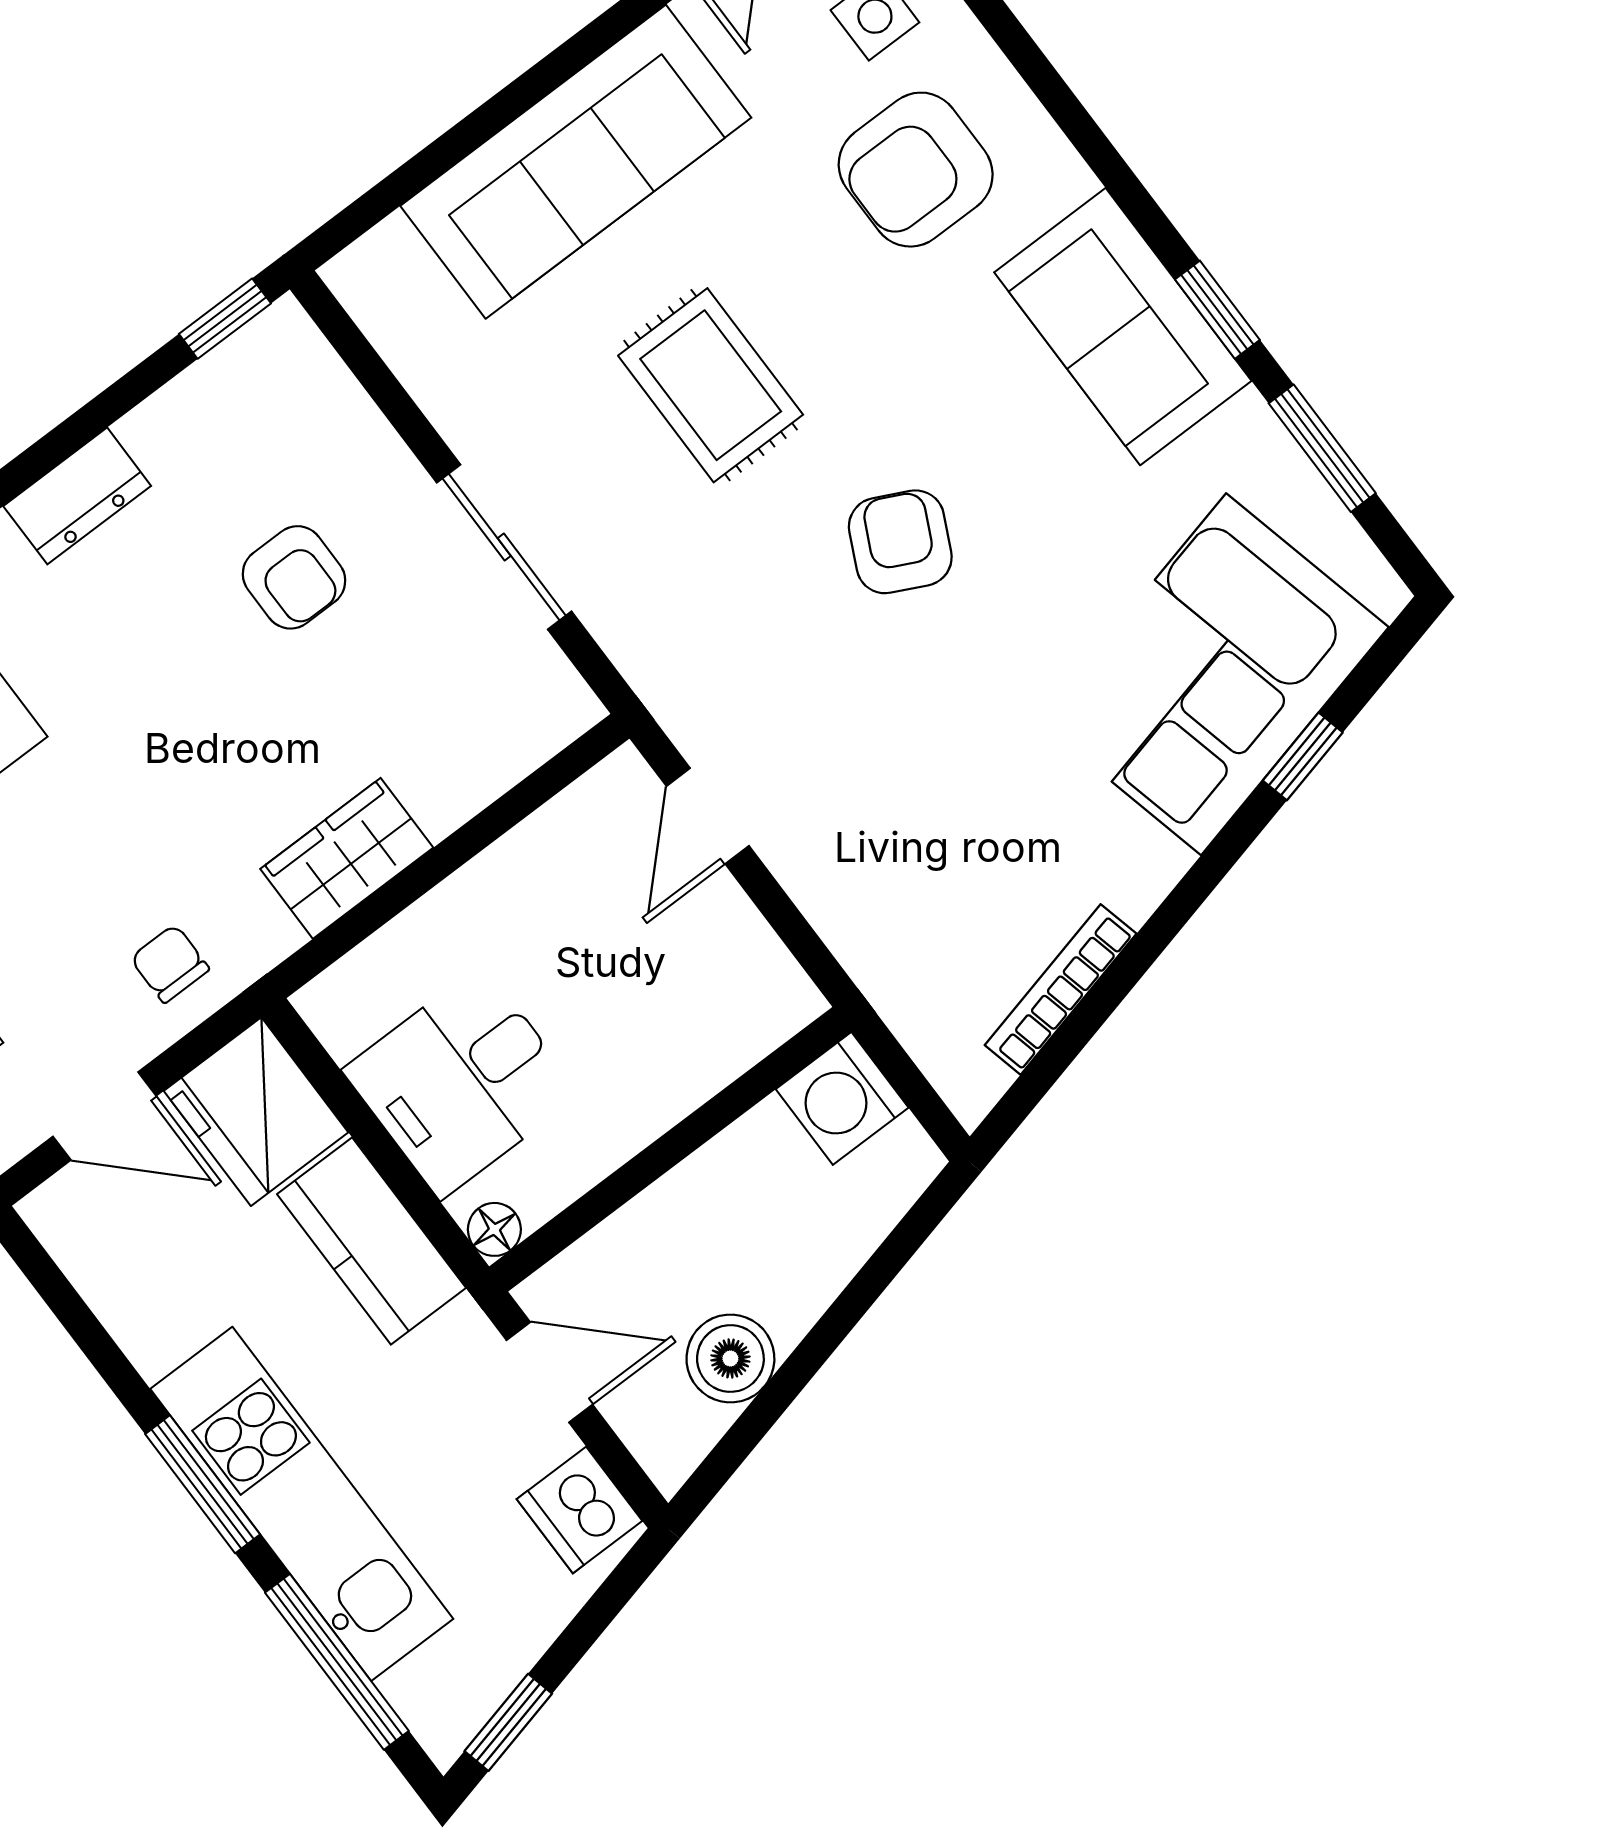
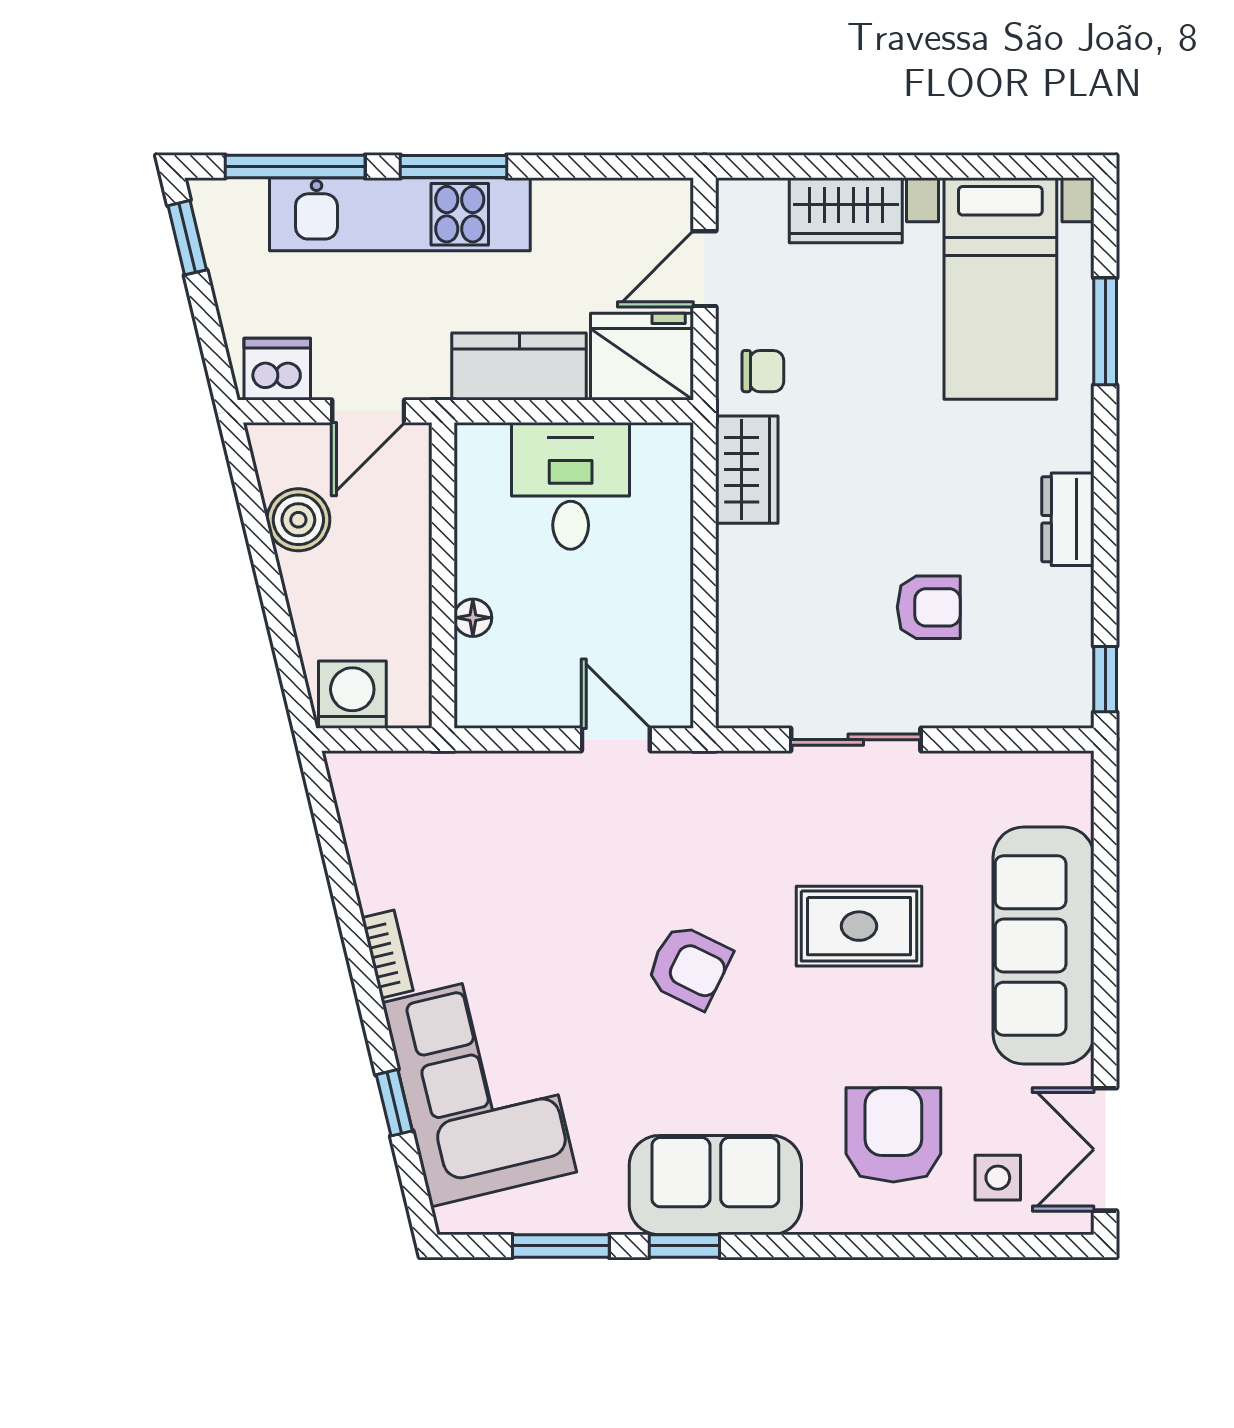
armchair: (294, 577) -> (929, 607), turned 180
wardrobe: (347, 858) -> (747, 470), moved
bookcase: (1061, 989) -> (387, 954), moved, width x0.64
washing machine: (842, 1098) -> (352, 695), moved
floor lamp: (494, 1229) -> (473, 618), moved

